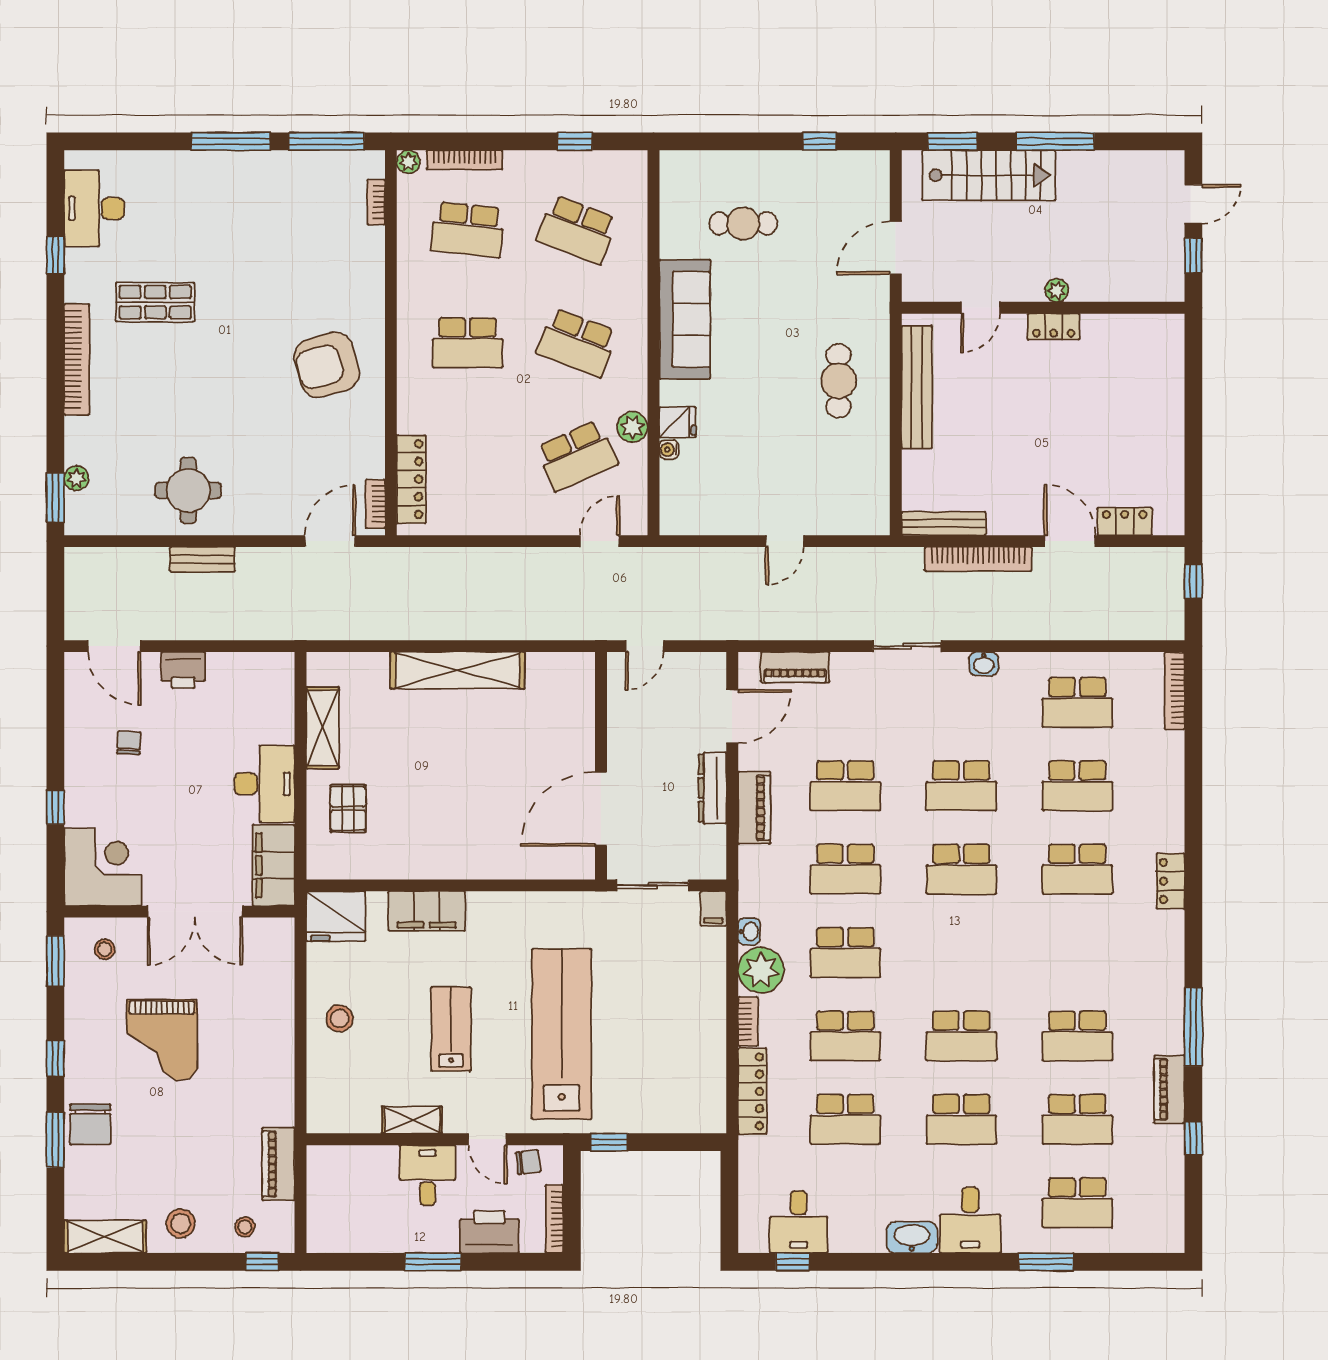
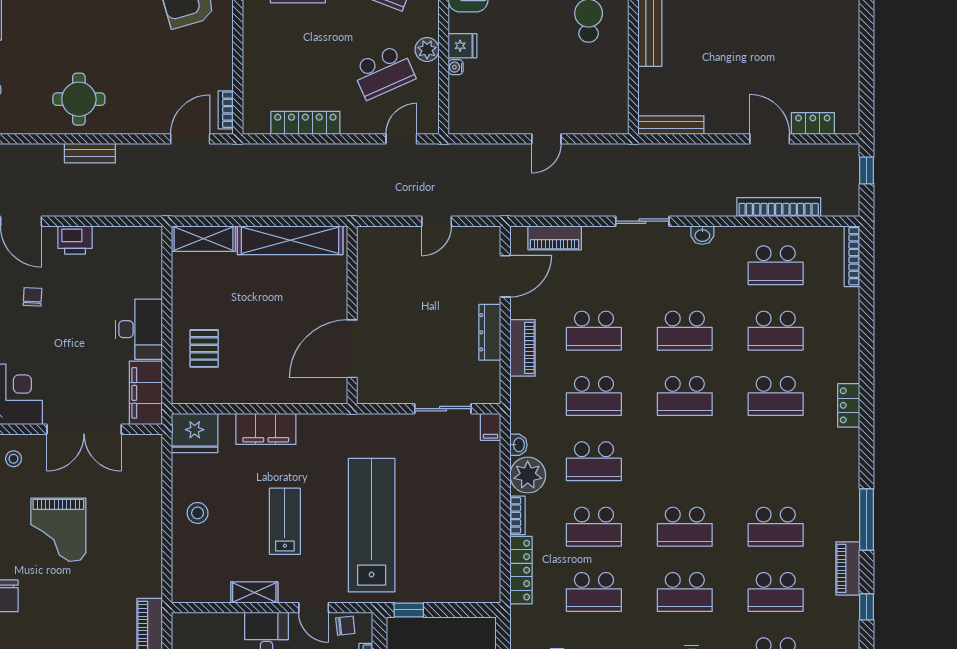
locker: (411, 479) -> (305, 123), moved, turned -90
bookcase: (978, 559) -> (779, 207), moved, turned 180
shelving: (323, 728) -> (204, 239), moved, turned 90
wall: (601, 766) -> (352, 315), moved
door: (601, 809) -> (352, 349), moved

